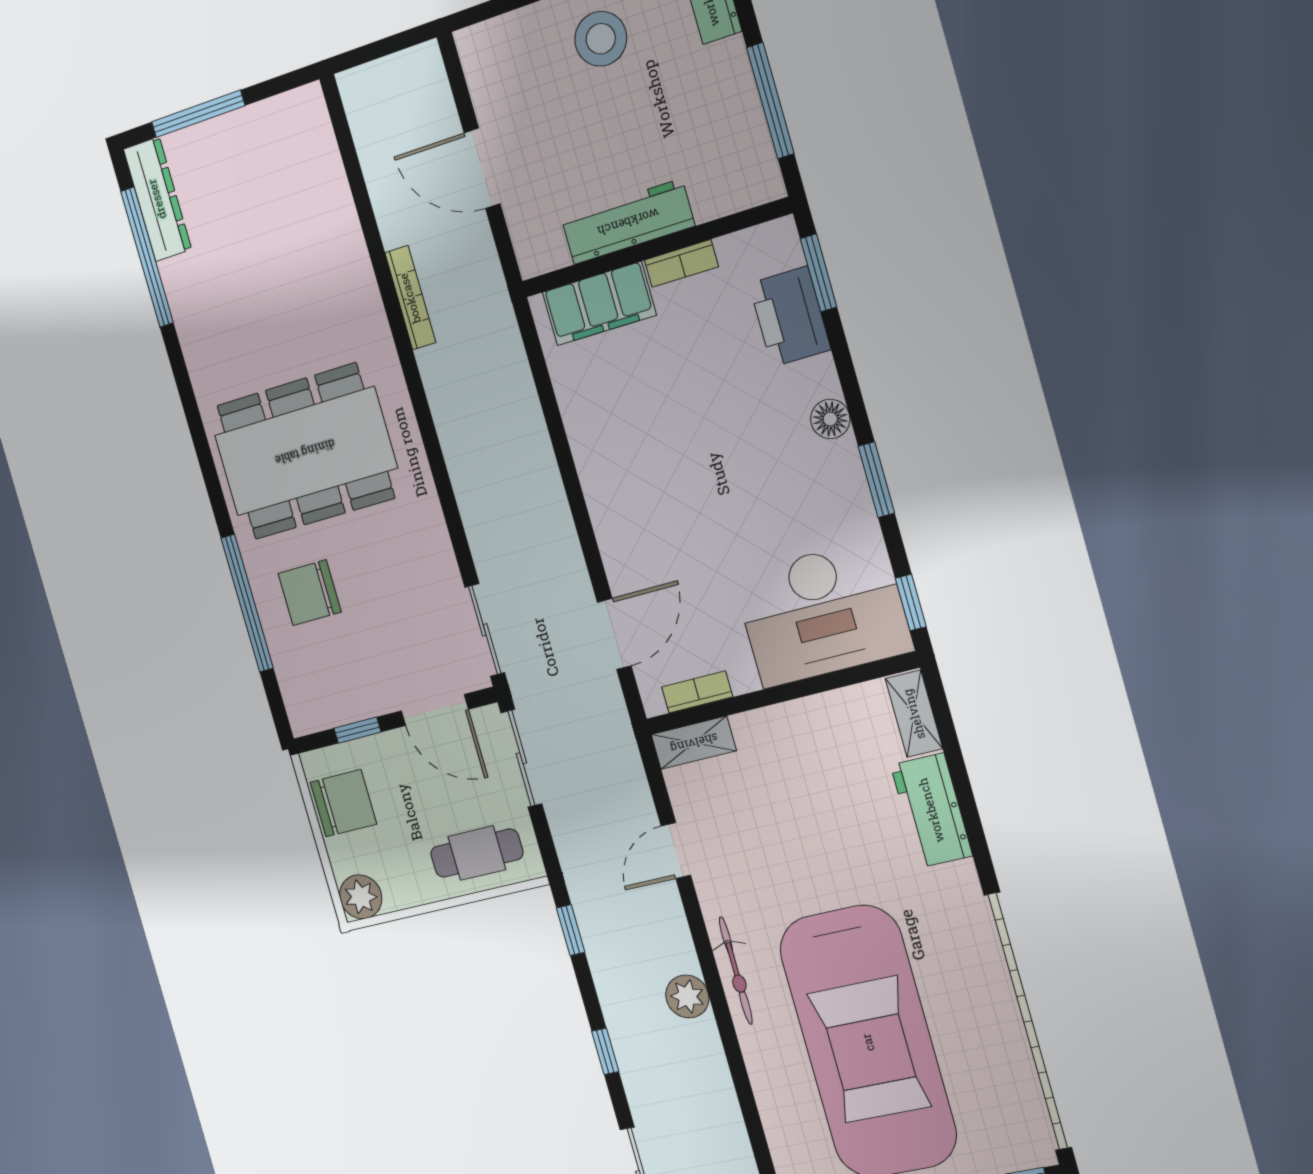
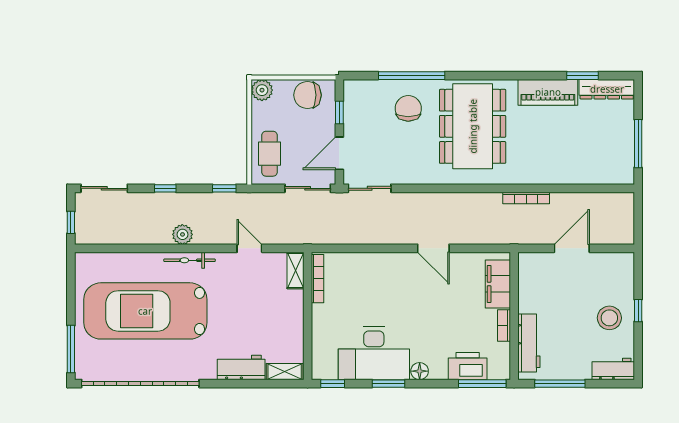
window: (198, 114) -> (638, 144), moved
workbench: (628, 222) -> (529, 343), moved
window: (147, 257) -> (582, 76), width x0.47
window: (819, 273) -> (482, 384), width x1.44
piano: (198, 318) -> (548, 92), added
desk: (823, 613) -> (374, 353), moved, turned -90
door: (614, 634) -> (433, 248), moved
bookcase: (697, 692) -> (318, 279), width x1.56
chair: (343, 803) -> (307, 95), turned 90

